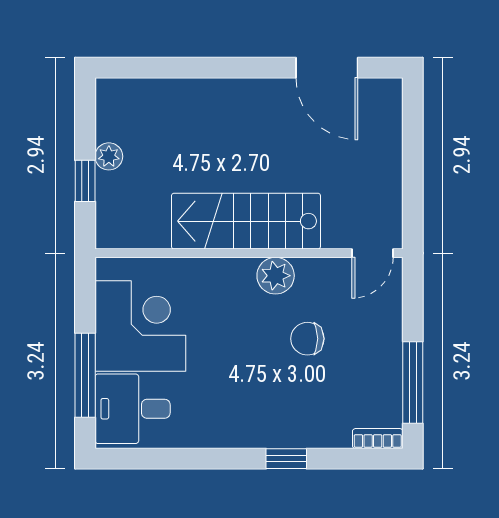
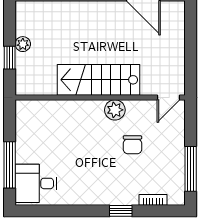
corner desk: (140, 326) -> (40, 138), removed
chair: (307, 339) -> (132, 145), turned -90
bookcase: (378, 439) -> (153, 200), moved

